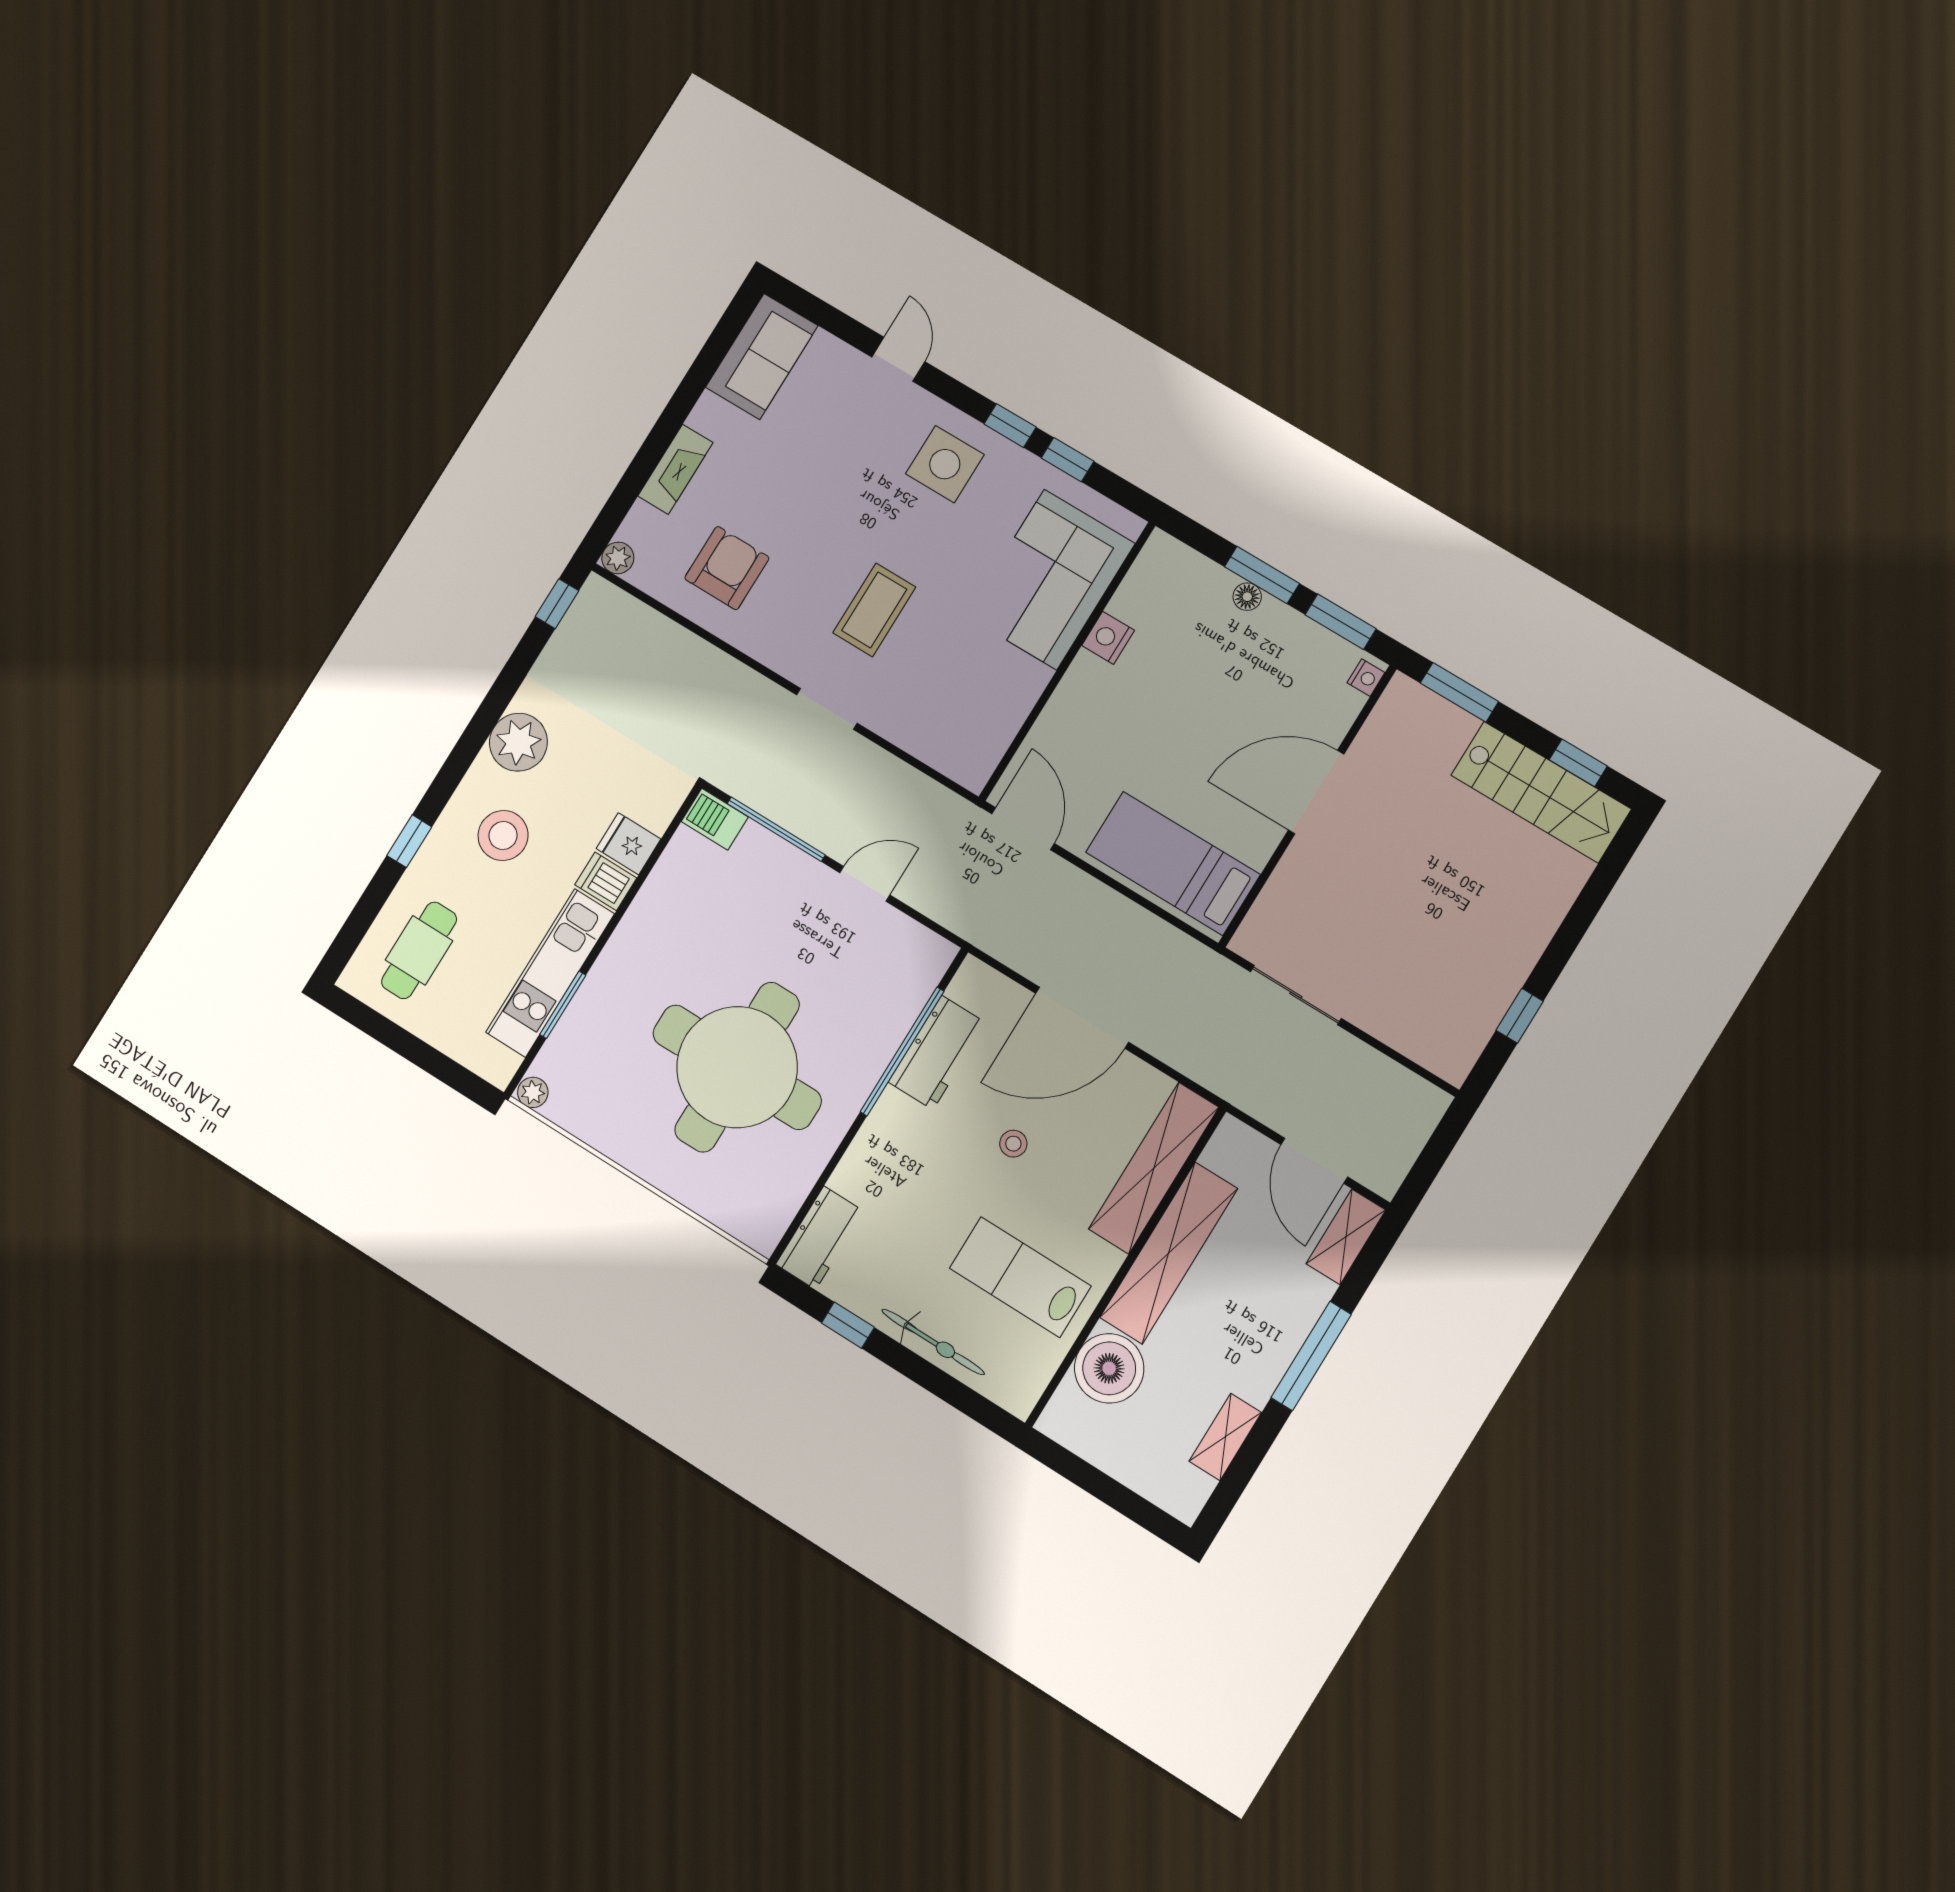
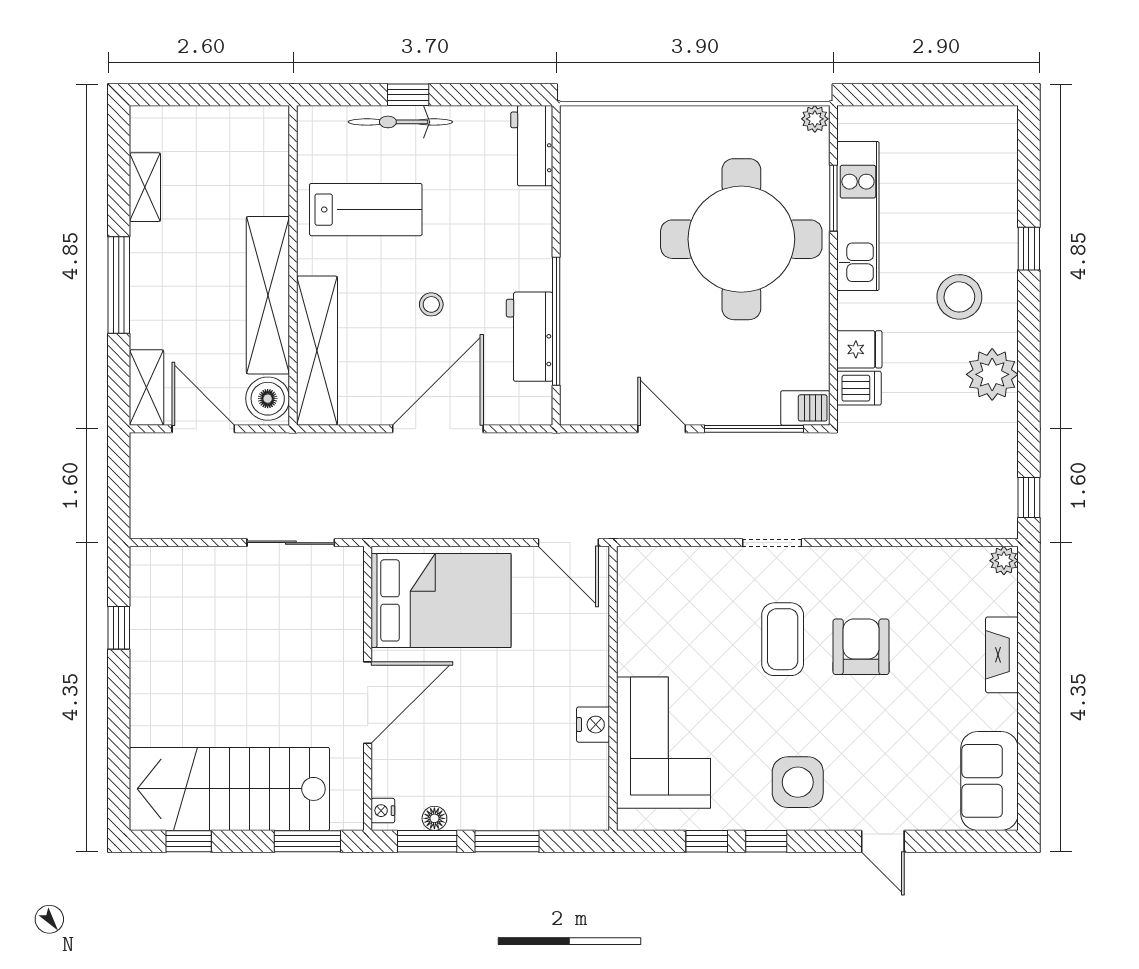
armchair: (727, 568) -> (861, 647), moved, turned 180
floor lamp: (1247, 597) -> (434, 818), moved
stairs: (1541, 792) -> (229, 789), width x1.36, depth x1.51
bed: (1173, 863) -> (441, 600), width x1.50
dishwasher: (606, 881) -> (859, 388), moved
door: (865, 884) -> (662, 429), swing flipped
cafe table: (419, 950) -> (969, 171), removed
round table: (737, 1067) -> (741, 239), moved
window: (848, 1325) -> (408, 95), moved
boiler: (1109, 1368) -> (268, 399), moved, width x0.73, depth x0.73

